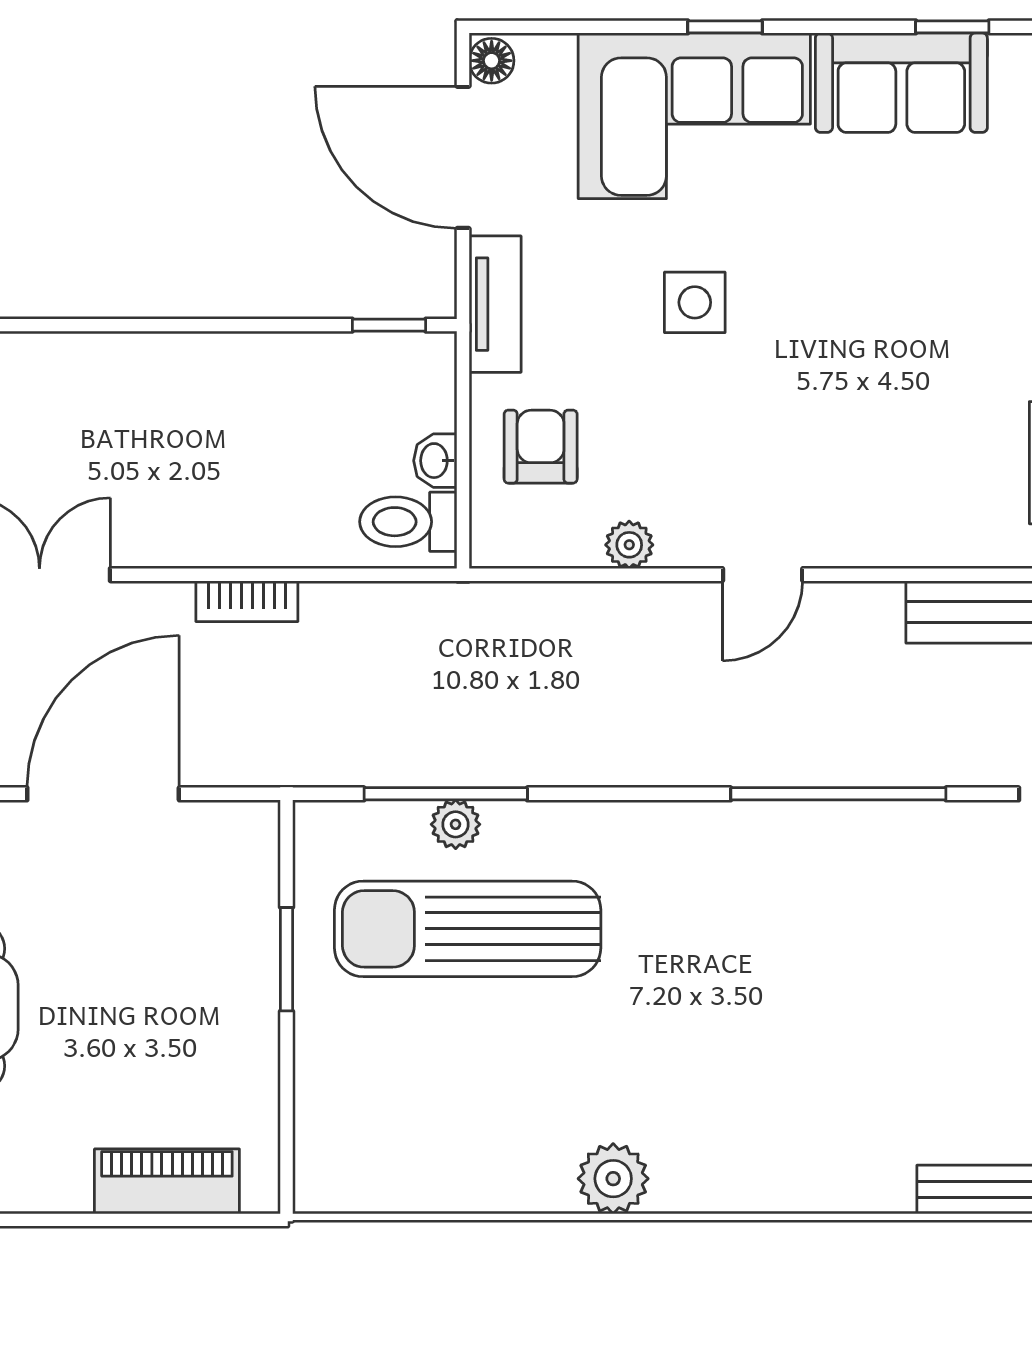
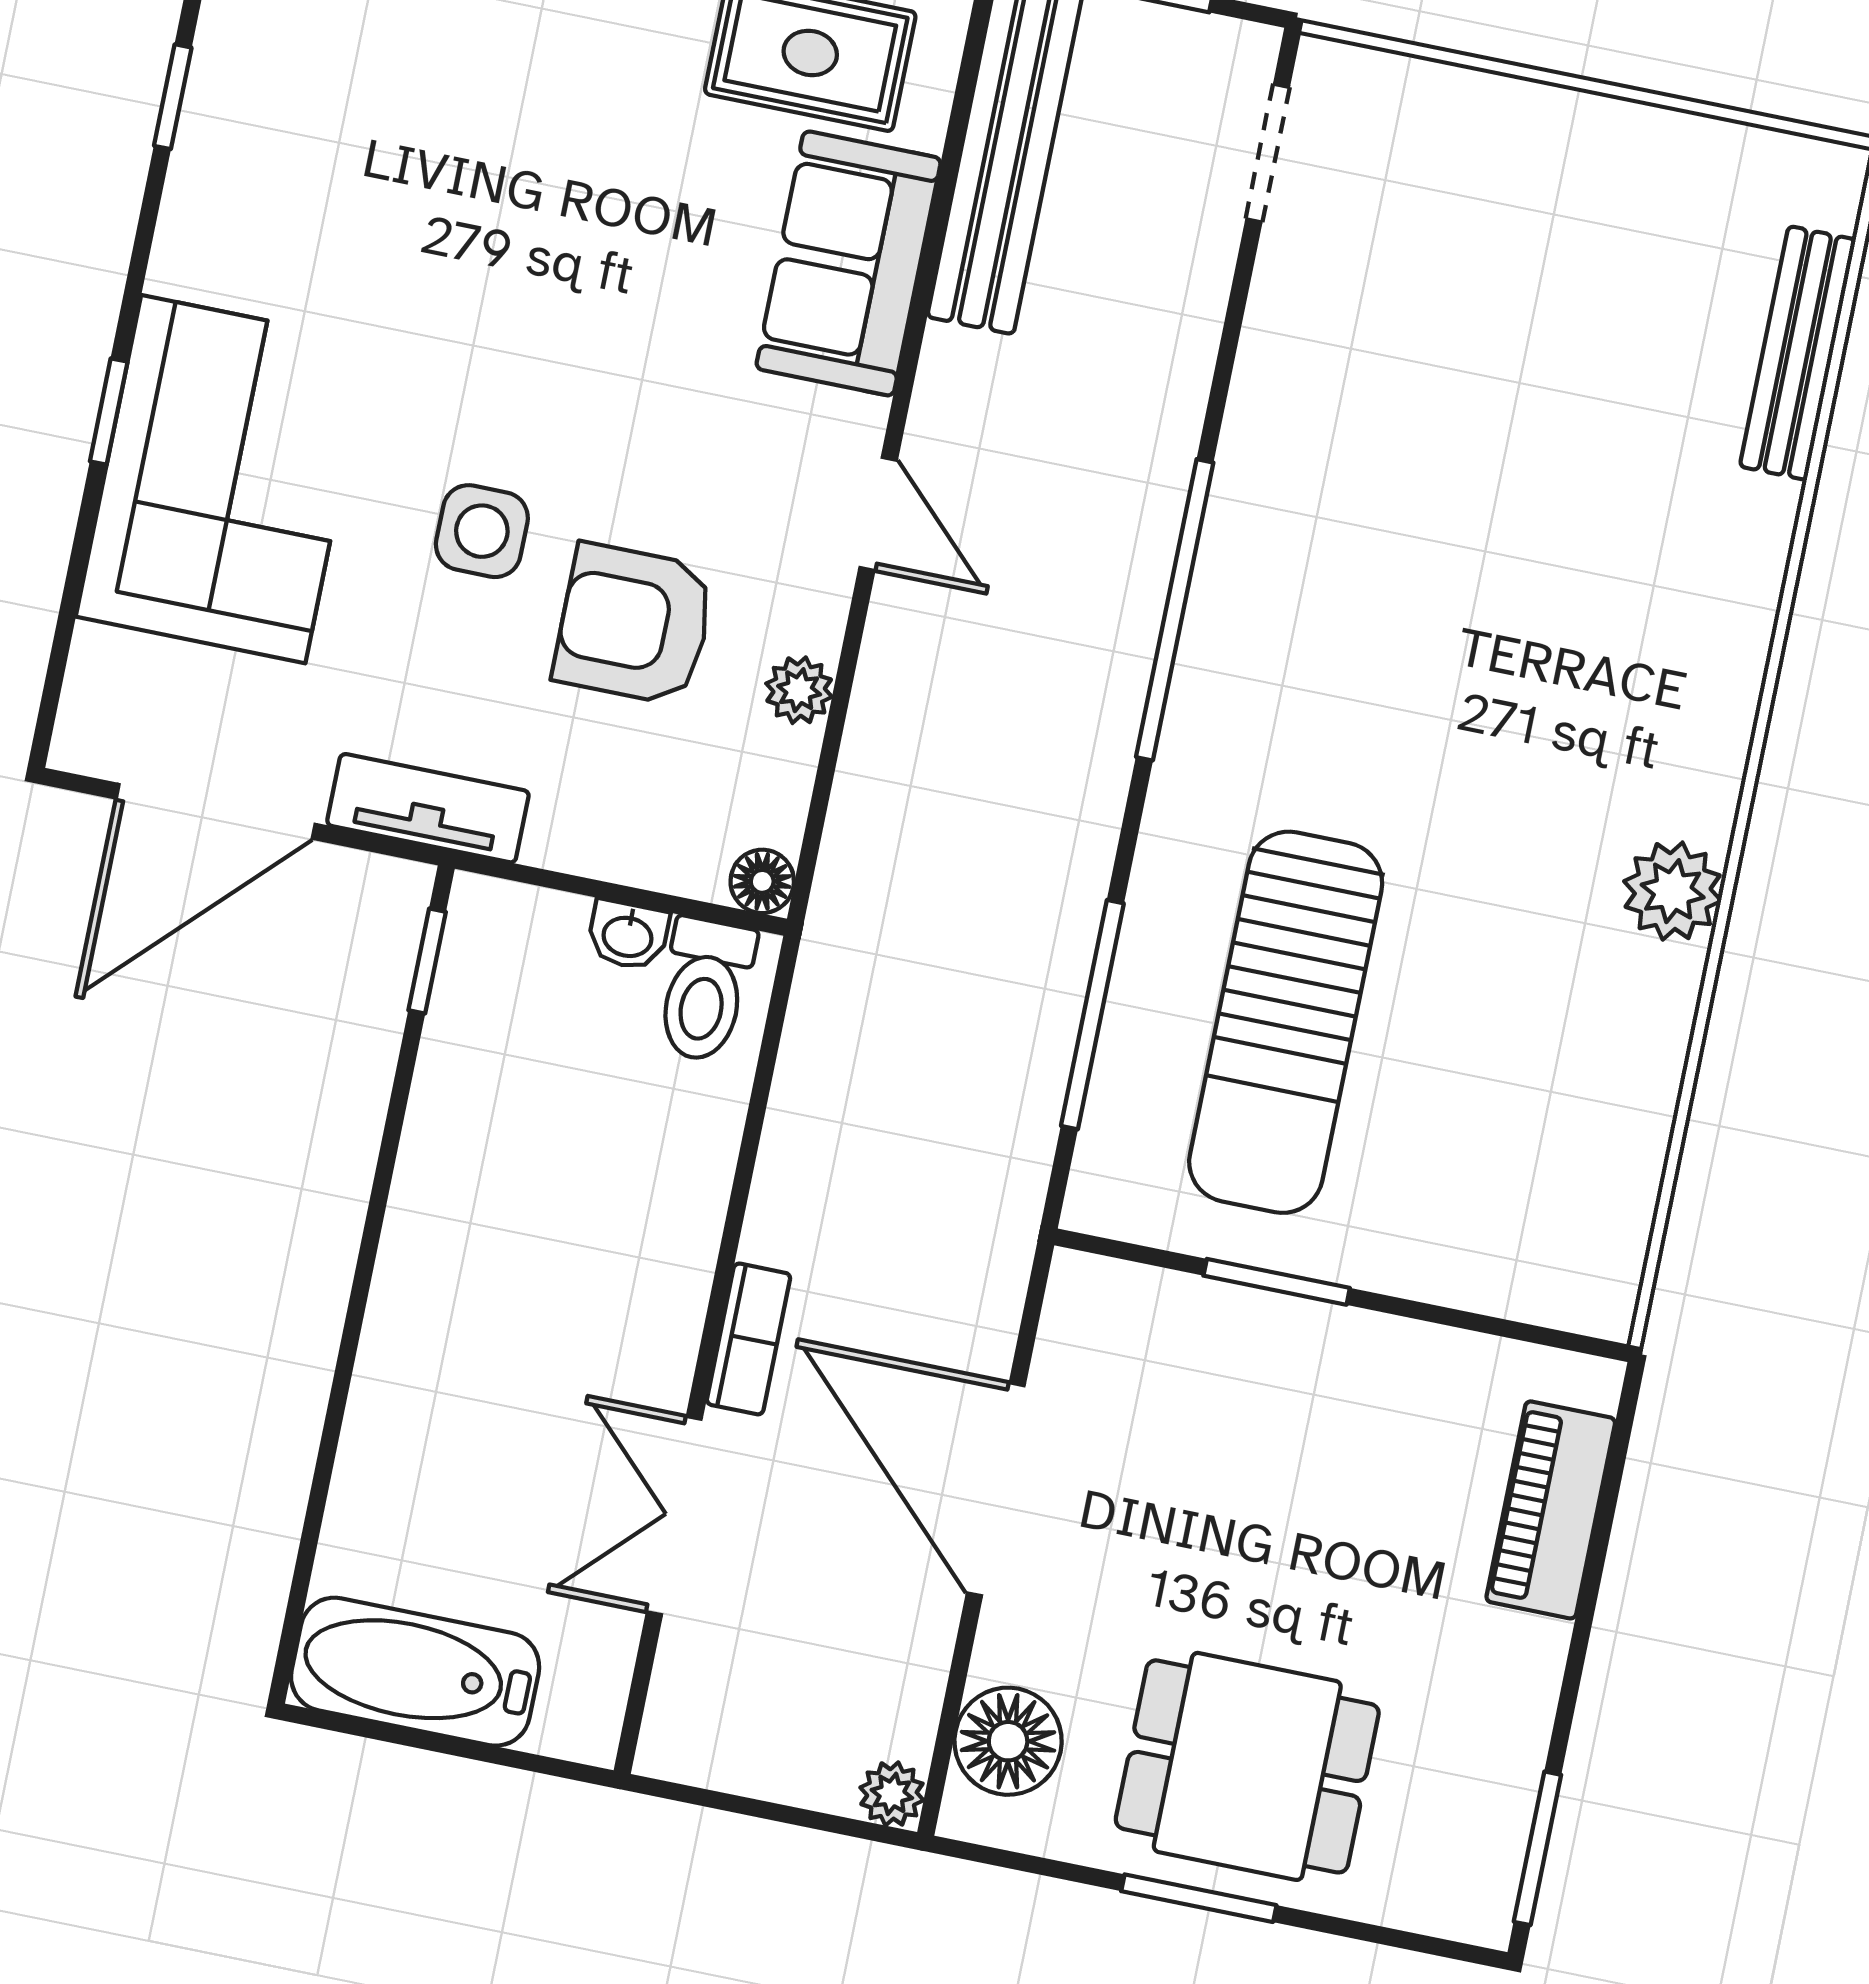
floor lamp: (492, 61) -> (762, 881), moved
sofa: (901, 83) -> (849, 263), moved, turned 180
armchair: (541, 447) -> (634, 624), moved, width x1.38, depth x1.38
bookcase: (247, 601) -> (749, 1339), moved
window: (838, 794) -> (1175, 610), moved
plant: (456, 824) -> (1137, 1010), removed

